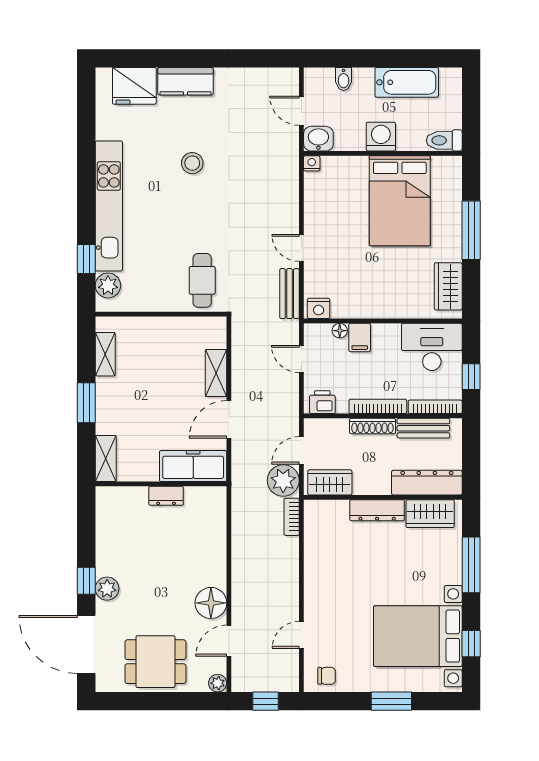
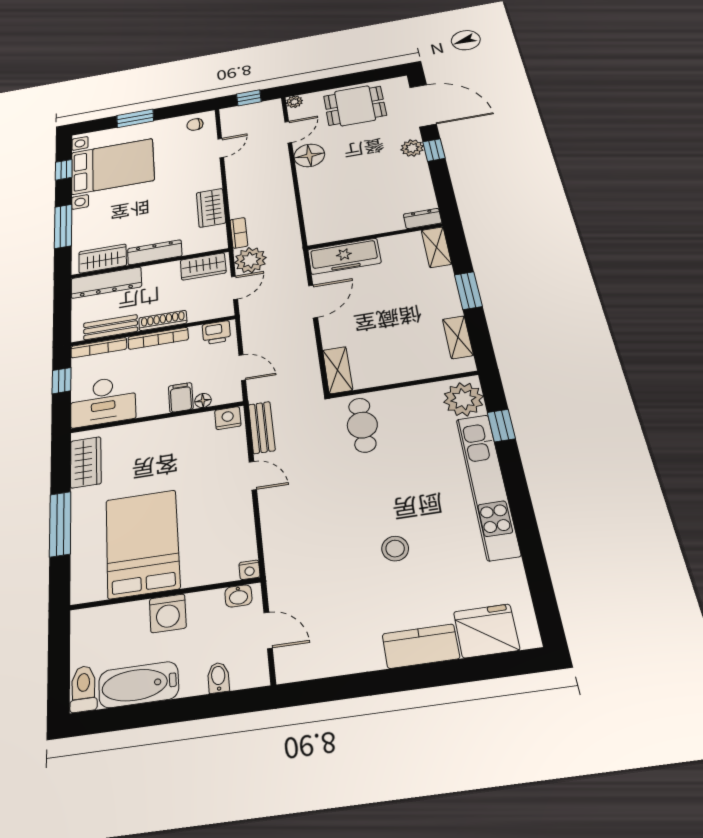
washbasin: (318, 139) -> (238, 596), width x0.72, depth x0.69
toilet: (444, 140) -> (83, 689), moved, turned -90
plant: (108, 285) -> (463, 399), width x1.36, depth x1.36
shelving: (216, 373) -> (338, 370), moved
dresser: (166, 496) -> (422, 218), moved
wardrobe: (317, 555) -> (211, 208), added

